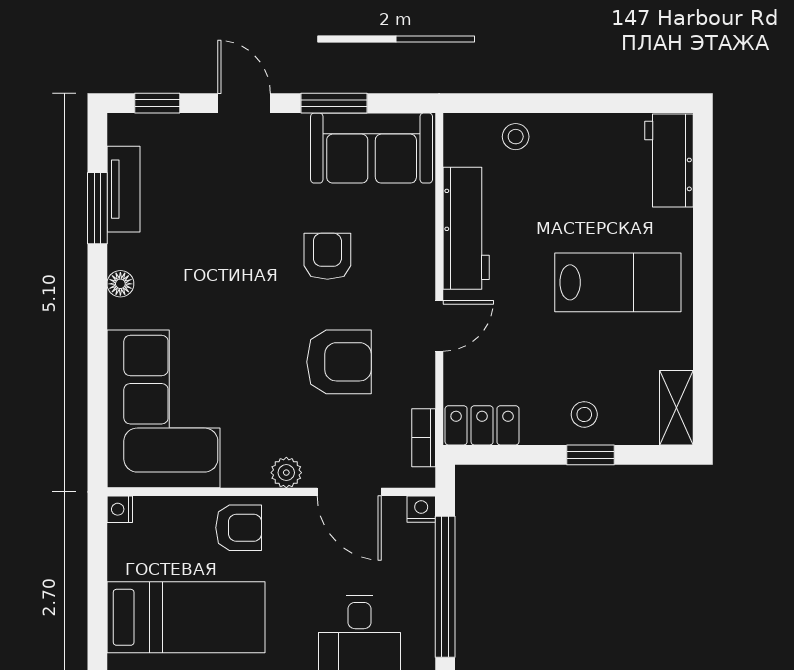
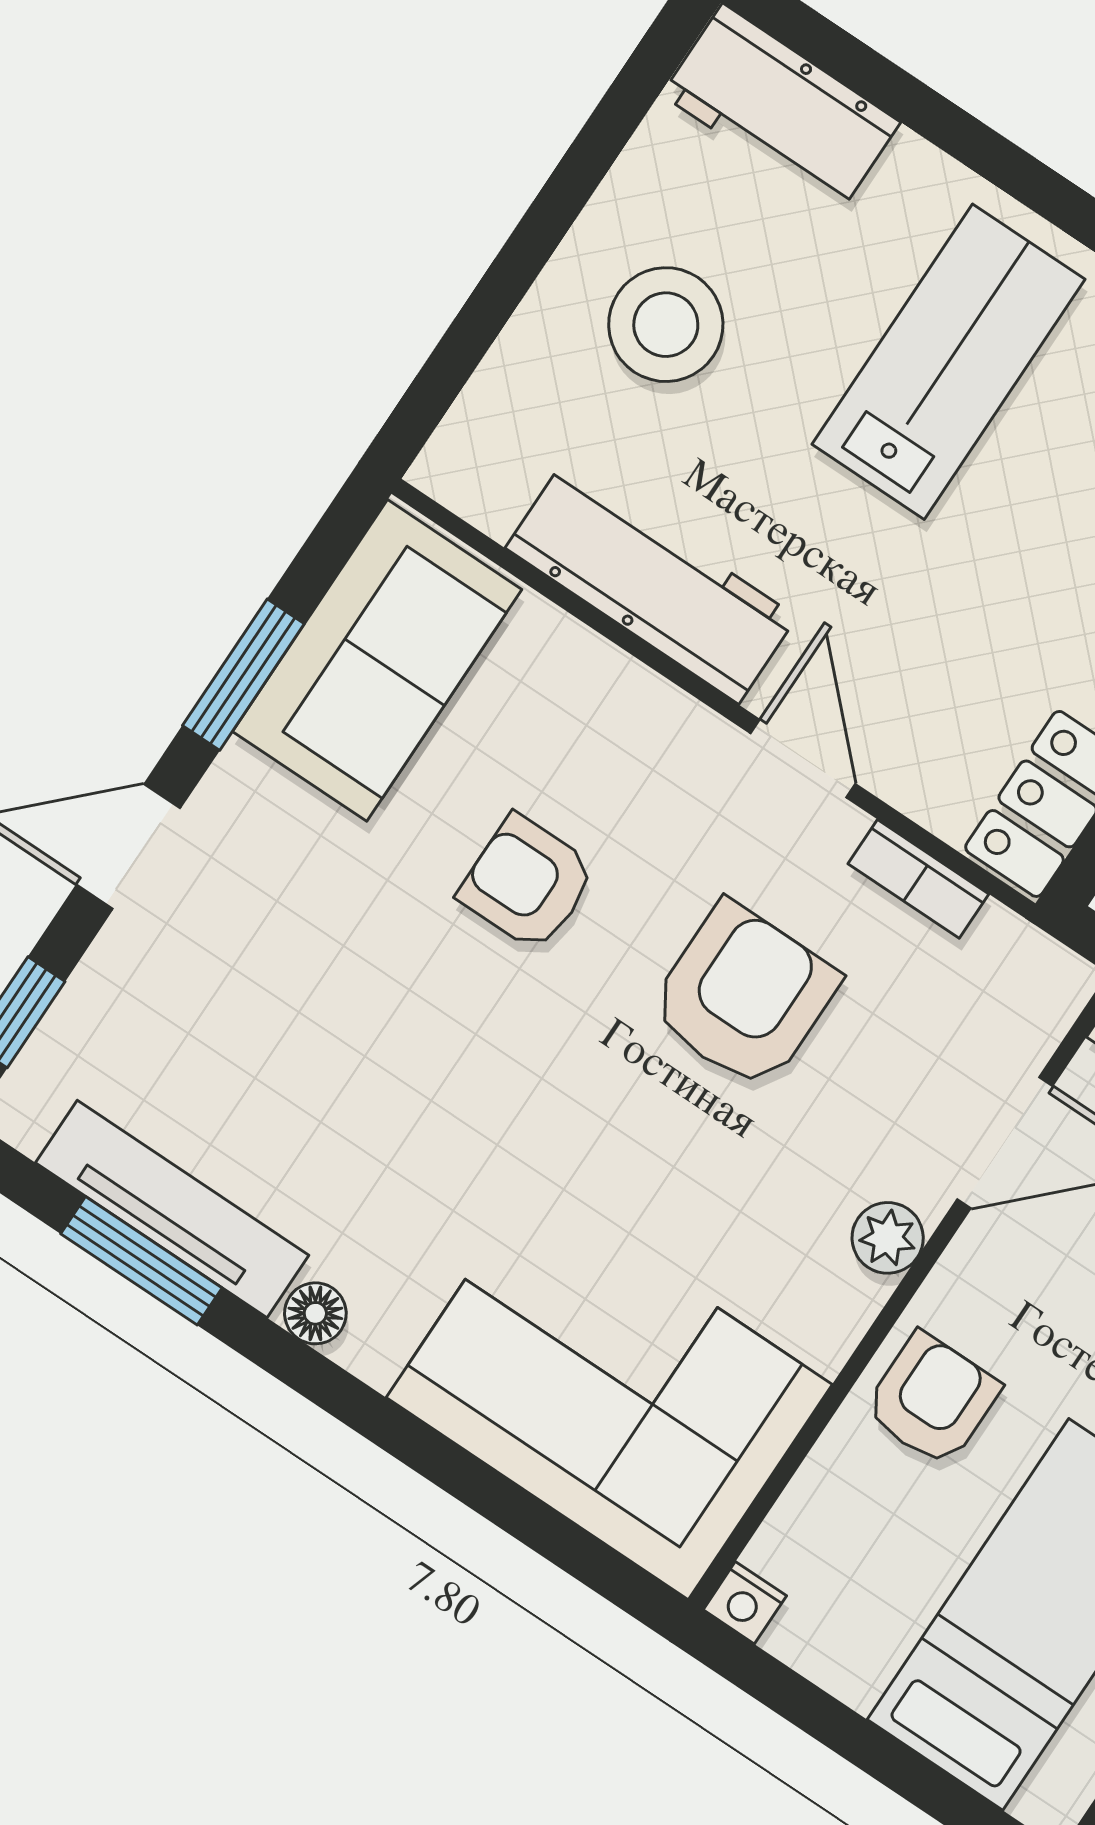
stool: (516, 137) -> (666, 325), moved, width x1.89, depth x1.89
tv unit: (123, 189) -> (172, 1209), width x1.41
bookcase: (424, 438) -> (918, 879), moved

